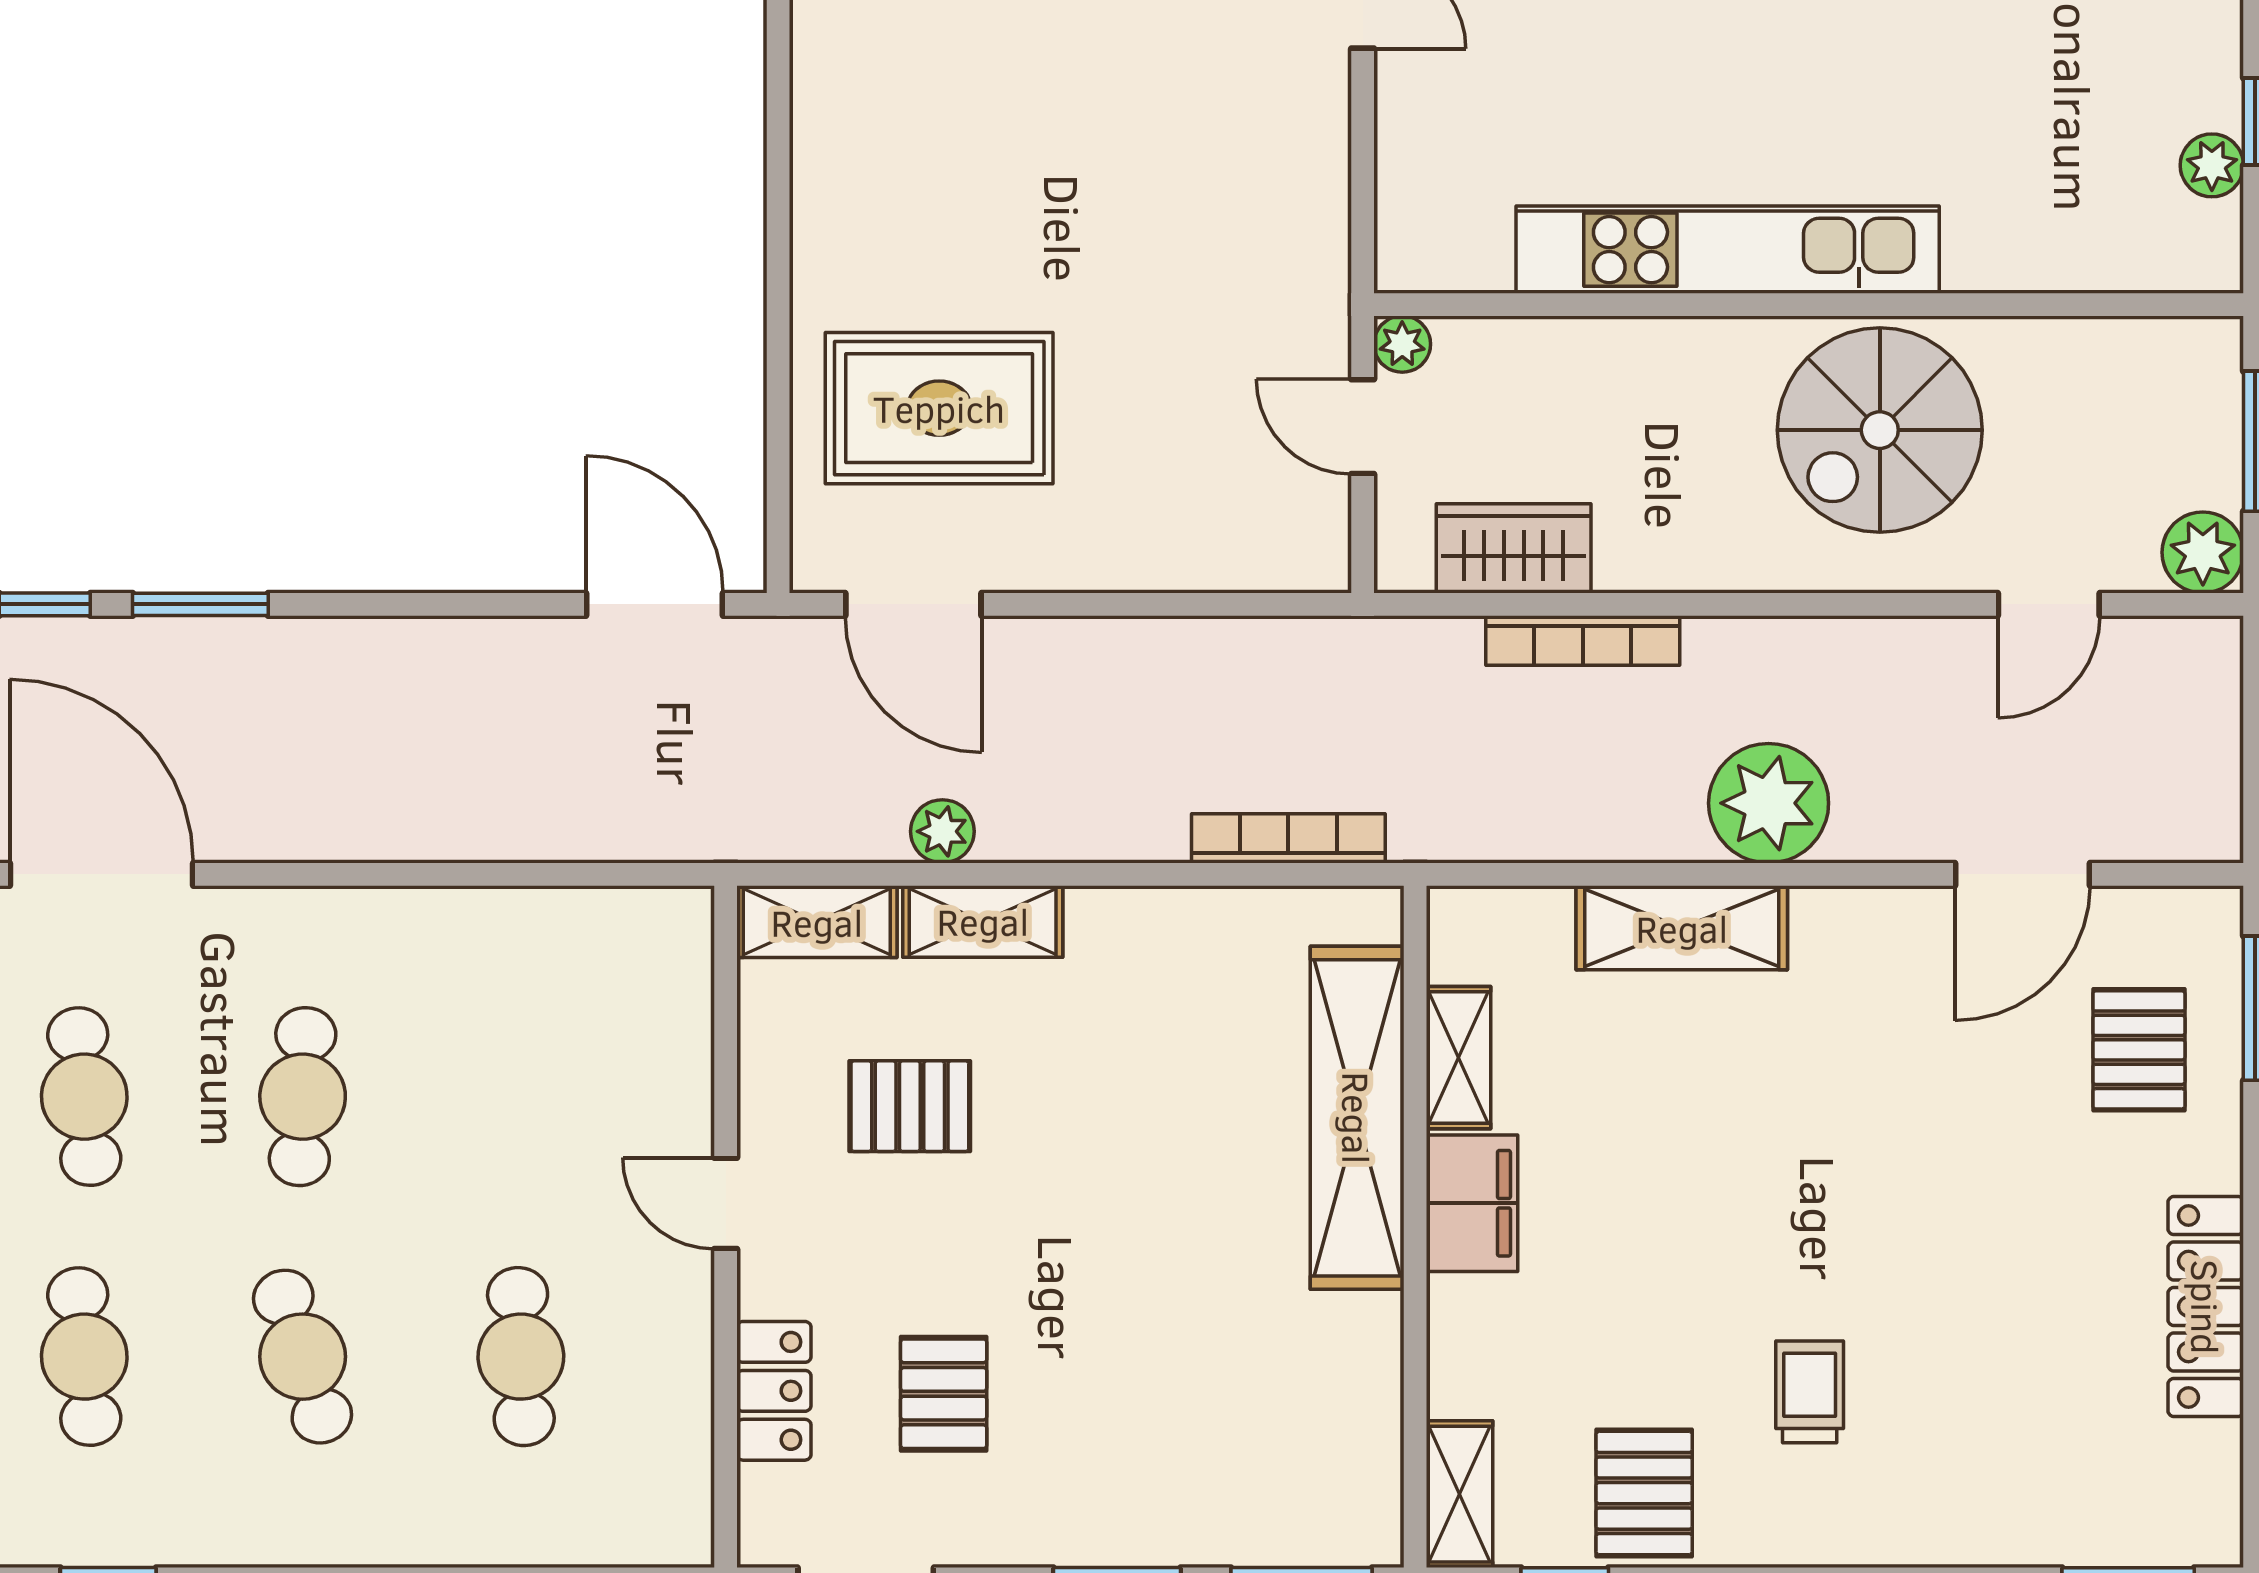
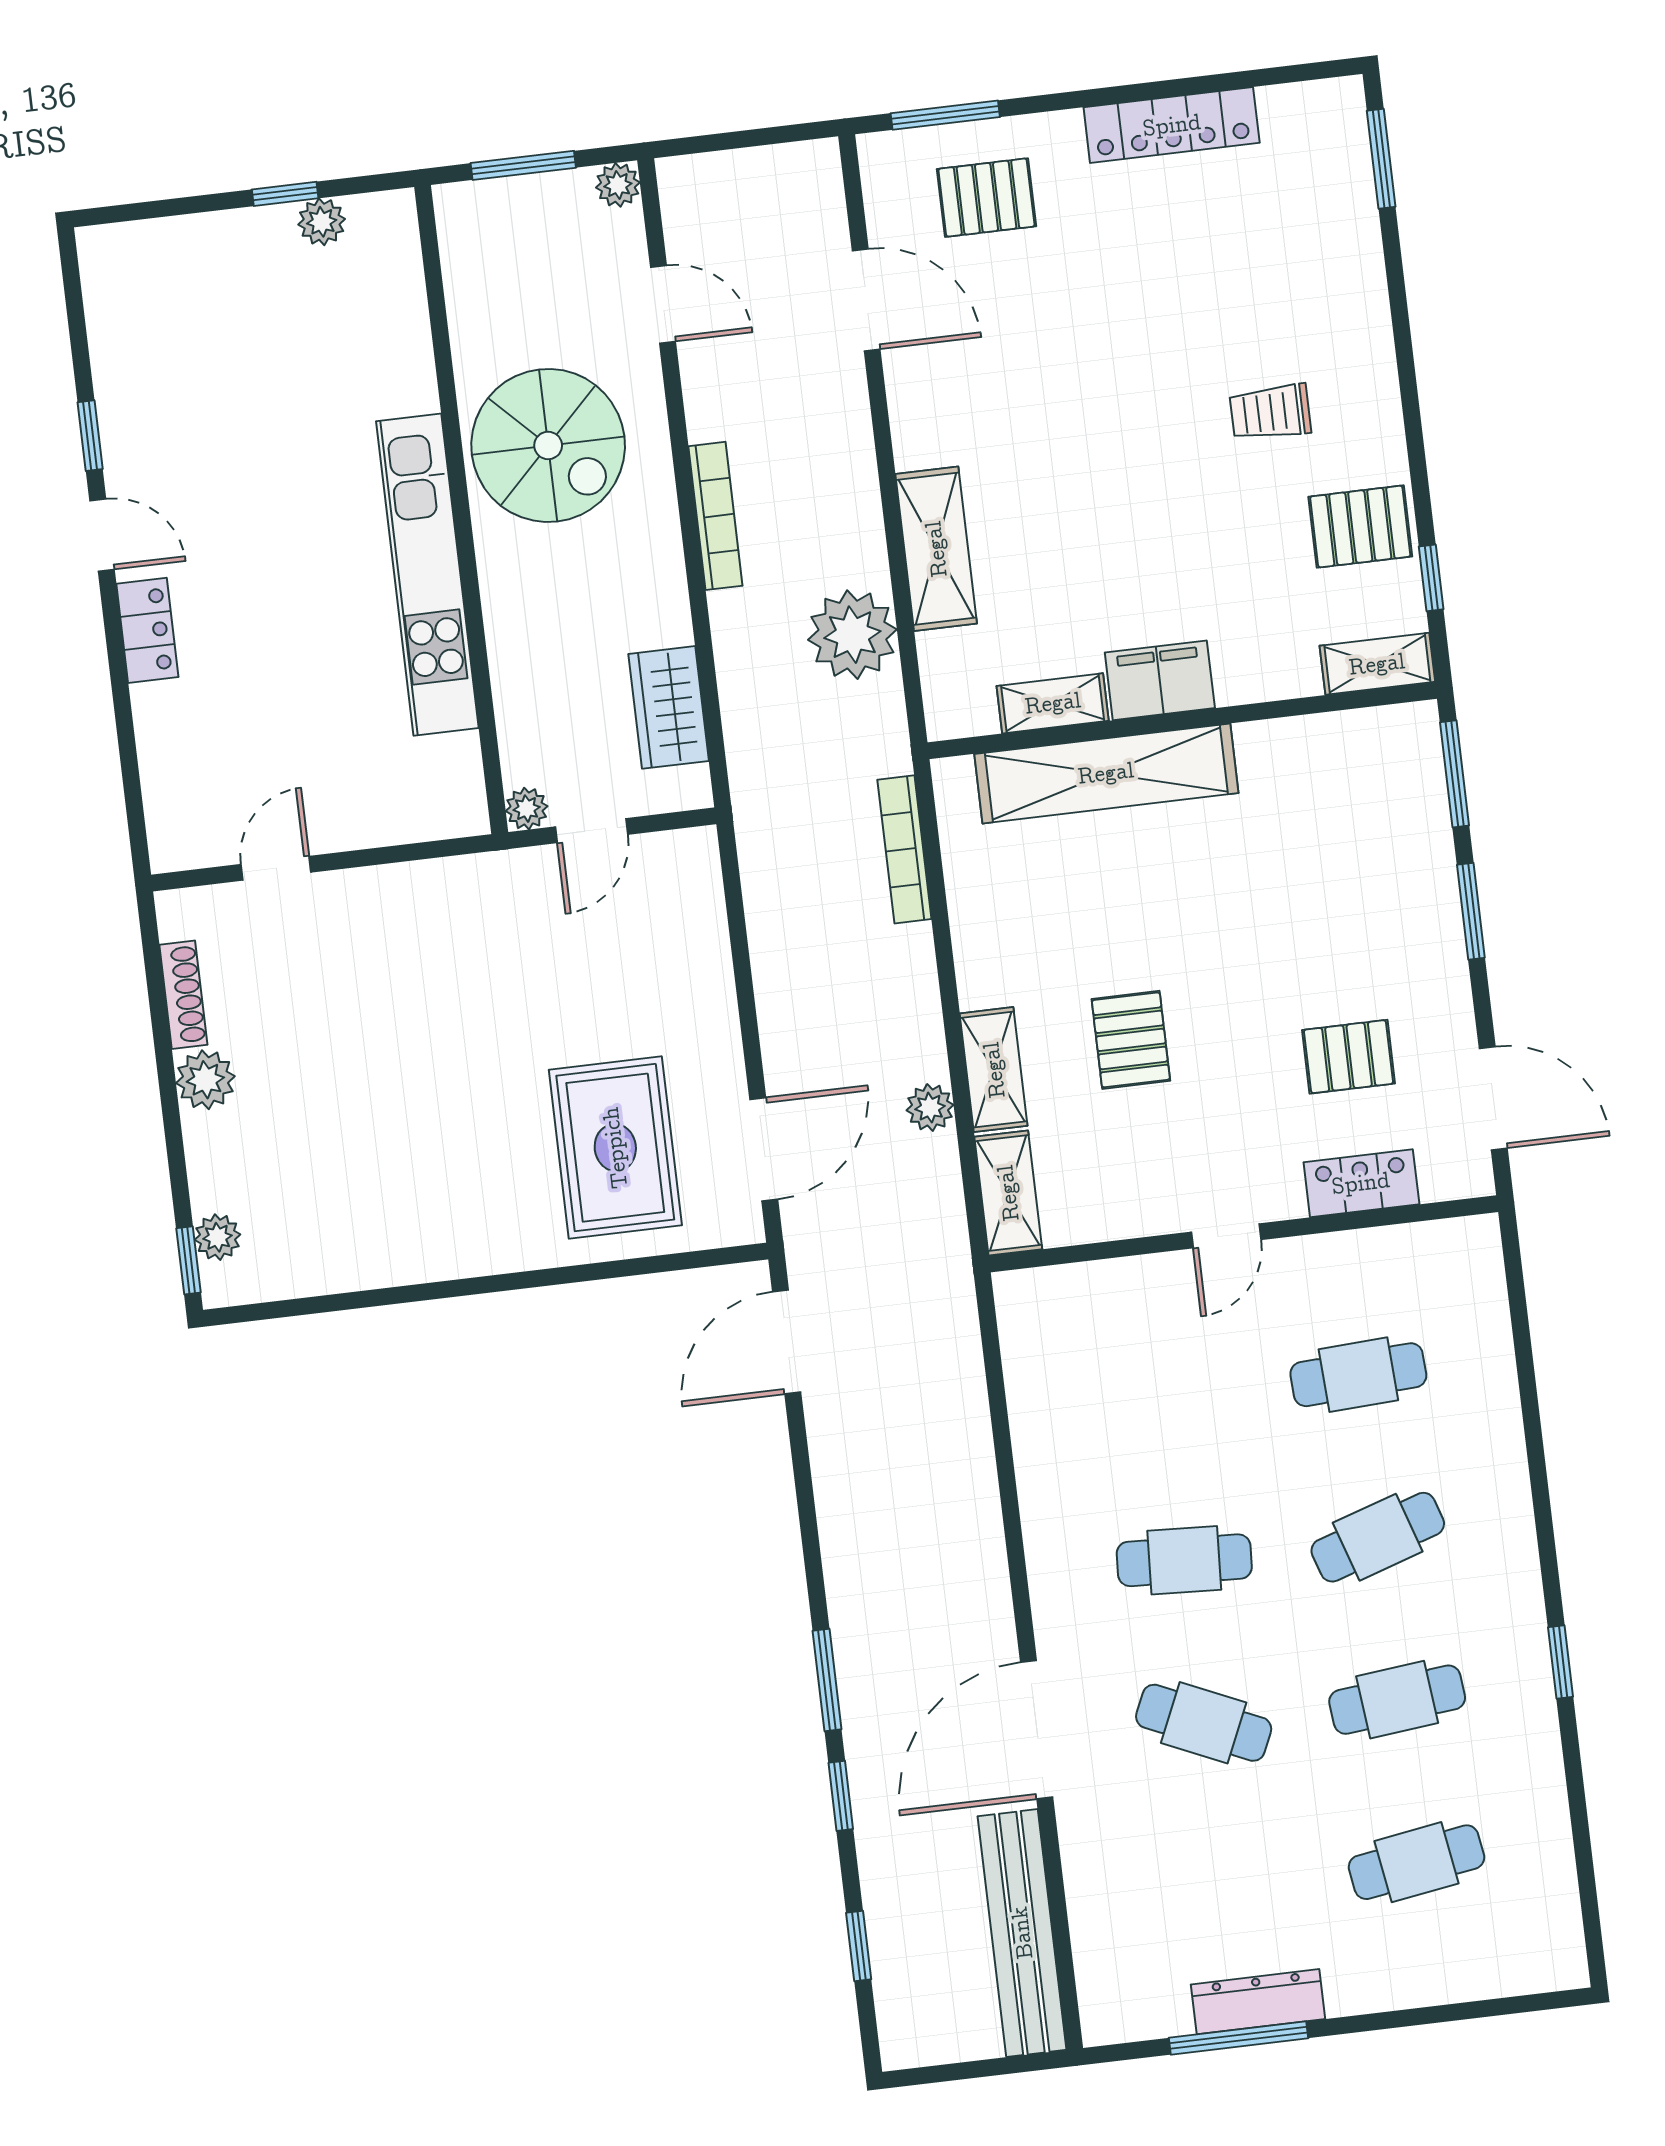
plant: (2203, 552) -> (618, 185), width x0.73, depth x0.73
bookcase: (1583, 640) -> (715, 516), moved
plant: (1769, 803) -> (852, 635), moved
cafe table: (84, 1097) -> (1204, 1723), turned 30
pallet: (910, 1106) -> (1131, 1040), moved

